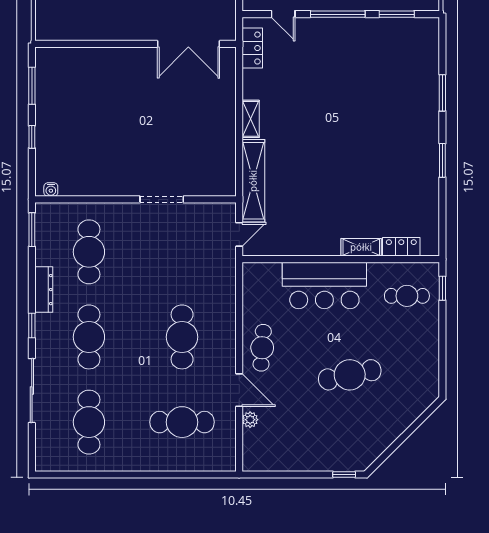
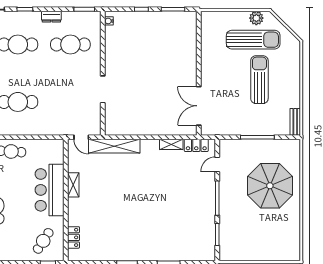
shelving: (251, 119) -> (171, 144), moved
shelving: (361, 247) -> (73, 185), moved
dresser: (44, 290) -> (51, 17), width x0.70
cafe table: (407, 296) -> (43, 241), turned 33

